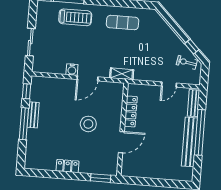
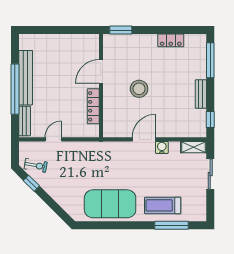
exercise mat: (123, 23) -> (110, 204), width x2.00, depth x1.45
shelving: (122, 74) -> (193, 147), moved
window: (24, 124) -> (210, 60), moved
locker: (68, 166) -> (171, 40), moved

